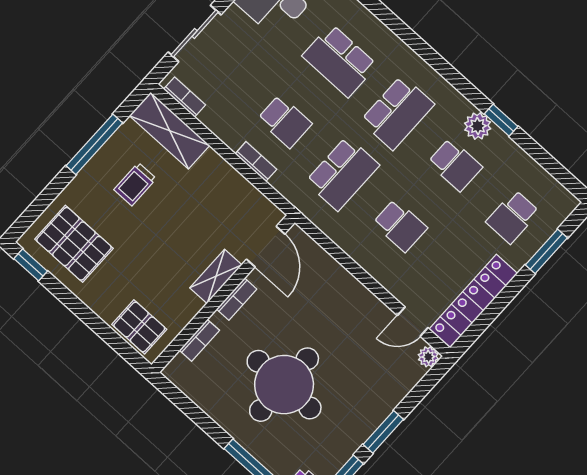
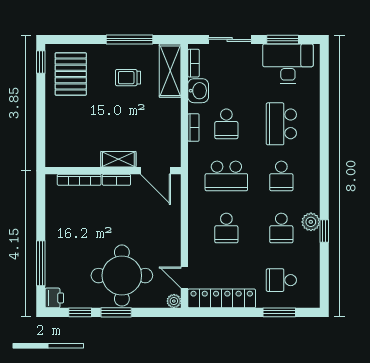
school desk: (397, 113) -> (281, 176), width x0.54
washbasin: (220, 120) -> (198, 91), added
door: (266, 247) -> (156, 171), hinge flipped
pallet: (139, 327) -> (59, 144), removed
bookcase: (199, 340) -> (79, 180), width x1.56
round table: (284, 385) -> (122, 276), moved

